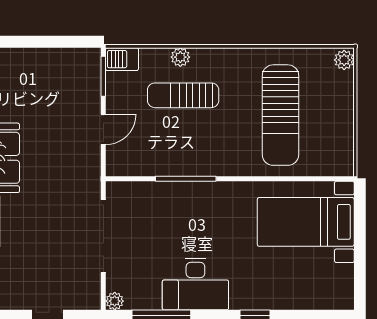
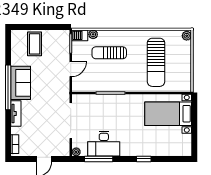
plant: (180, 57) -> (93, 34), moved
coffee table: (28, 77) -> (35, 44), added
desk: (195, 284) -> (104, 144), moved

